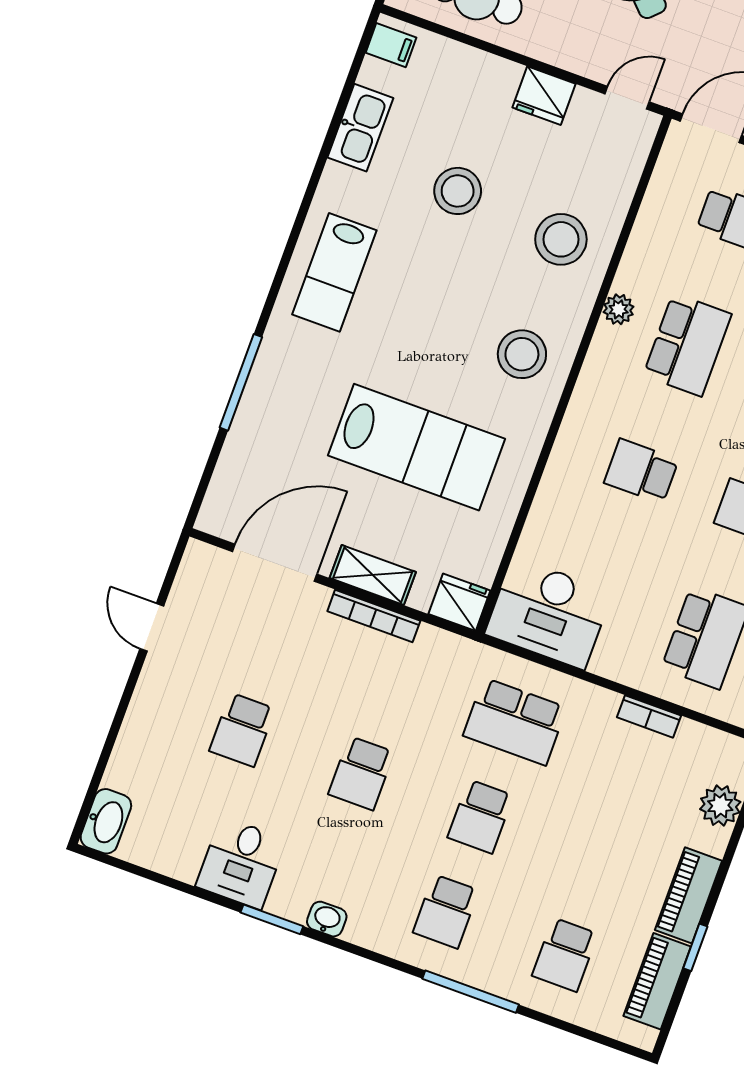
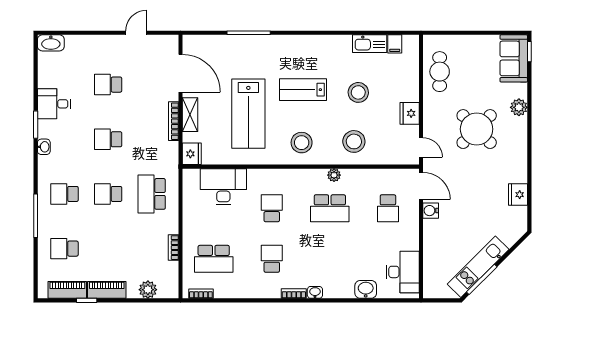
filing cabinet: (391, 45) -> (395, 44), moved
lab bench: (334, 272) -> (303, 90), moved
desk: (549, 613) -> (223, 187), moved, turned 90

